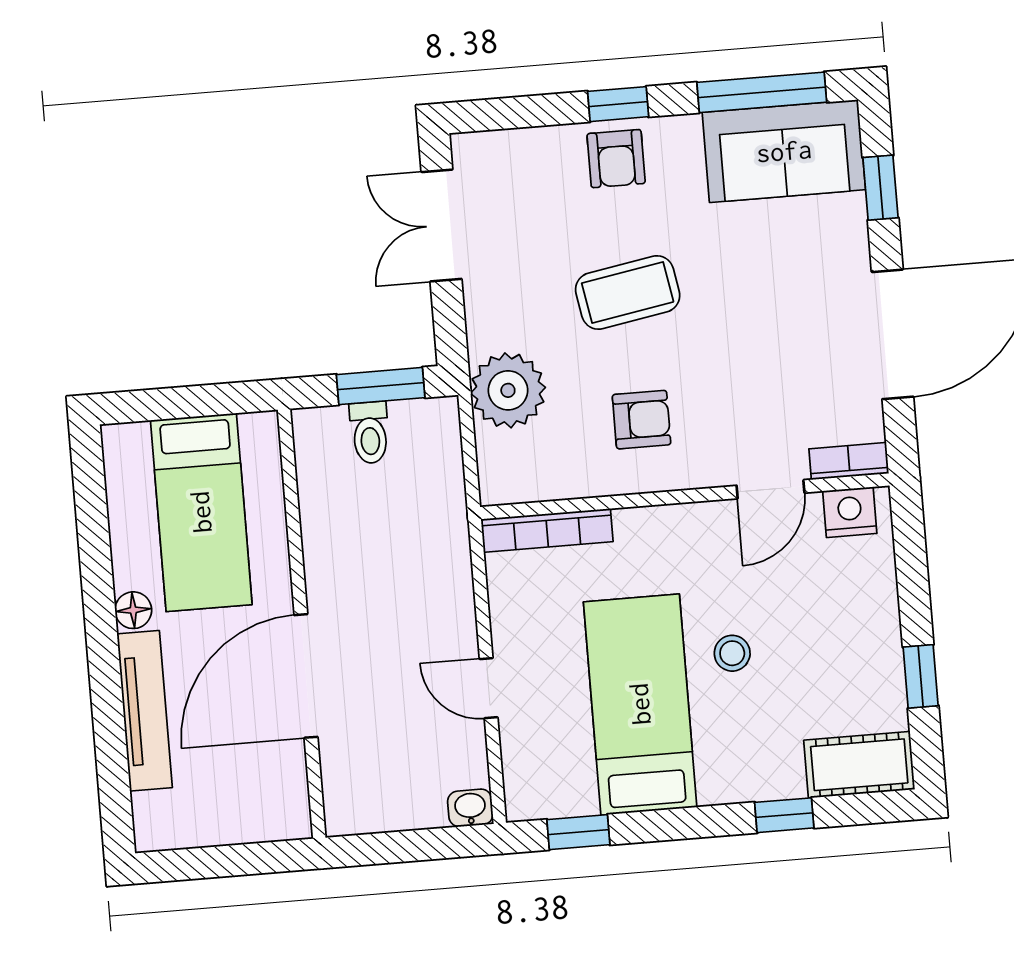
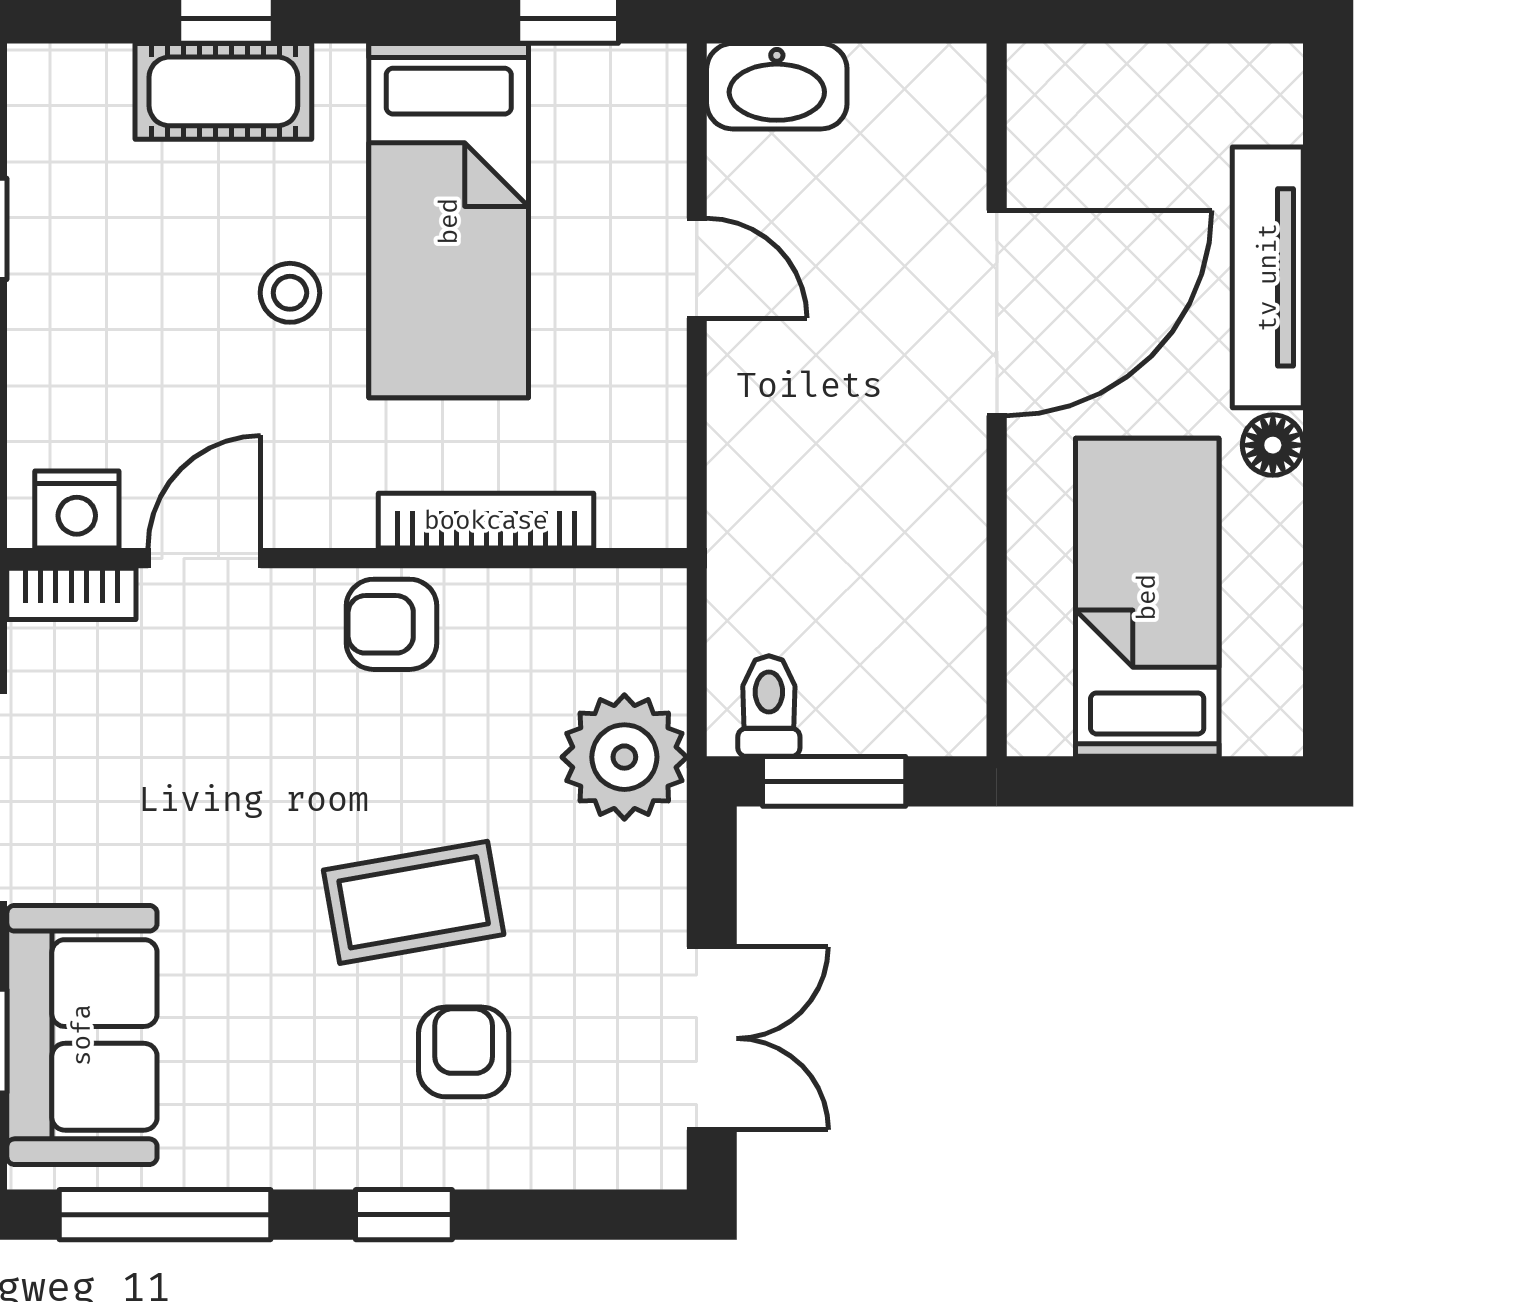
sofa: (784, 151) -> (82, 1035), moved, turned 90
armchair: (616, 159) -> (464, 1052), moved
armchair: (642, 420) -> (392, 624), moved
toilet: (370, 433) -> (769, 706), moved
bookcase: (547, 530) -> (486, 521), moved
cot: (859, 765) -> (223, 91), moved
washbasin: (470, 808) -> (777, 86), width x1.91, depth x1.45

